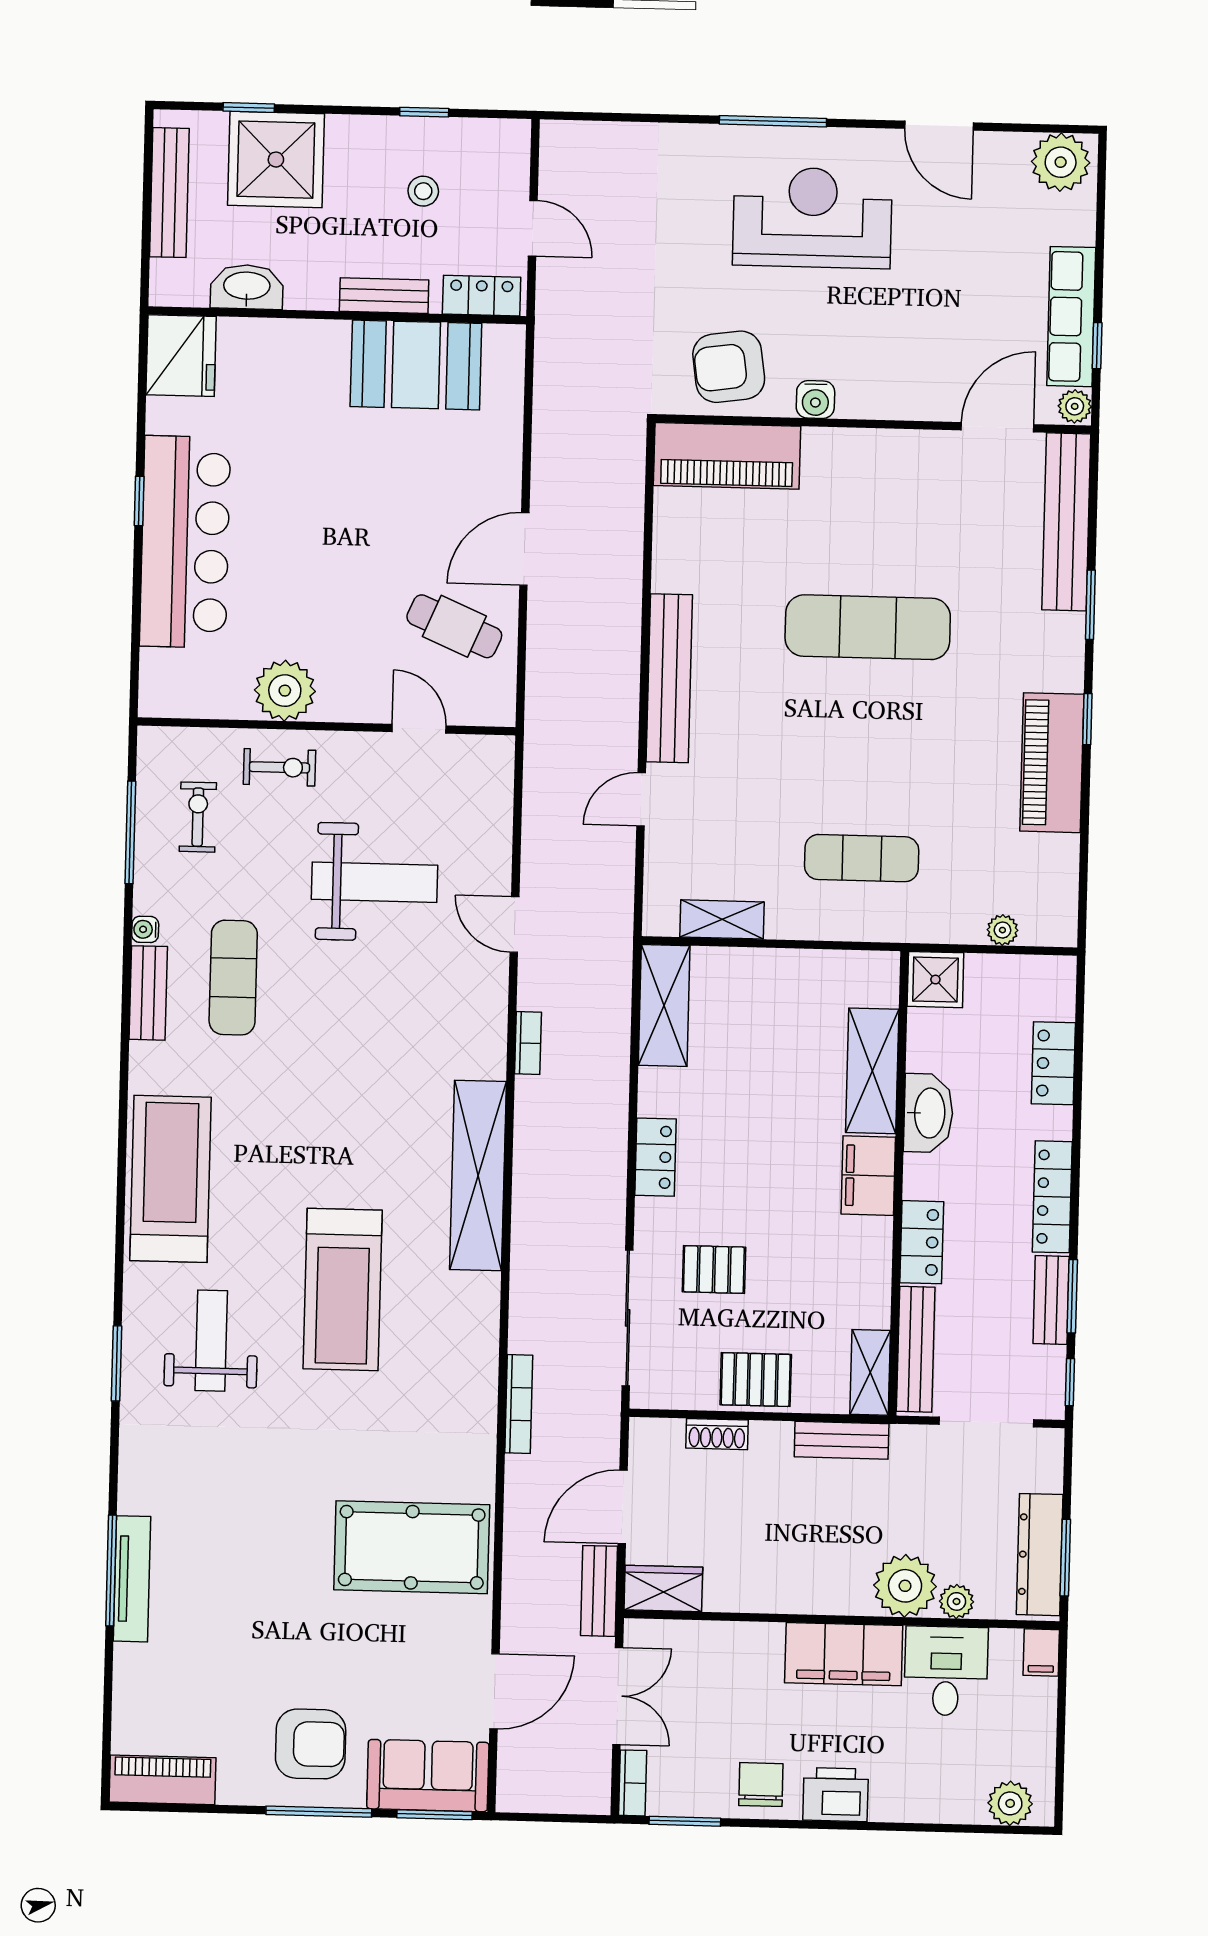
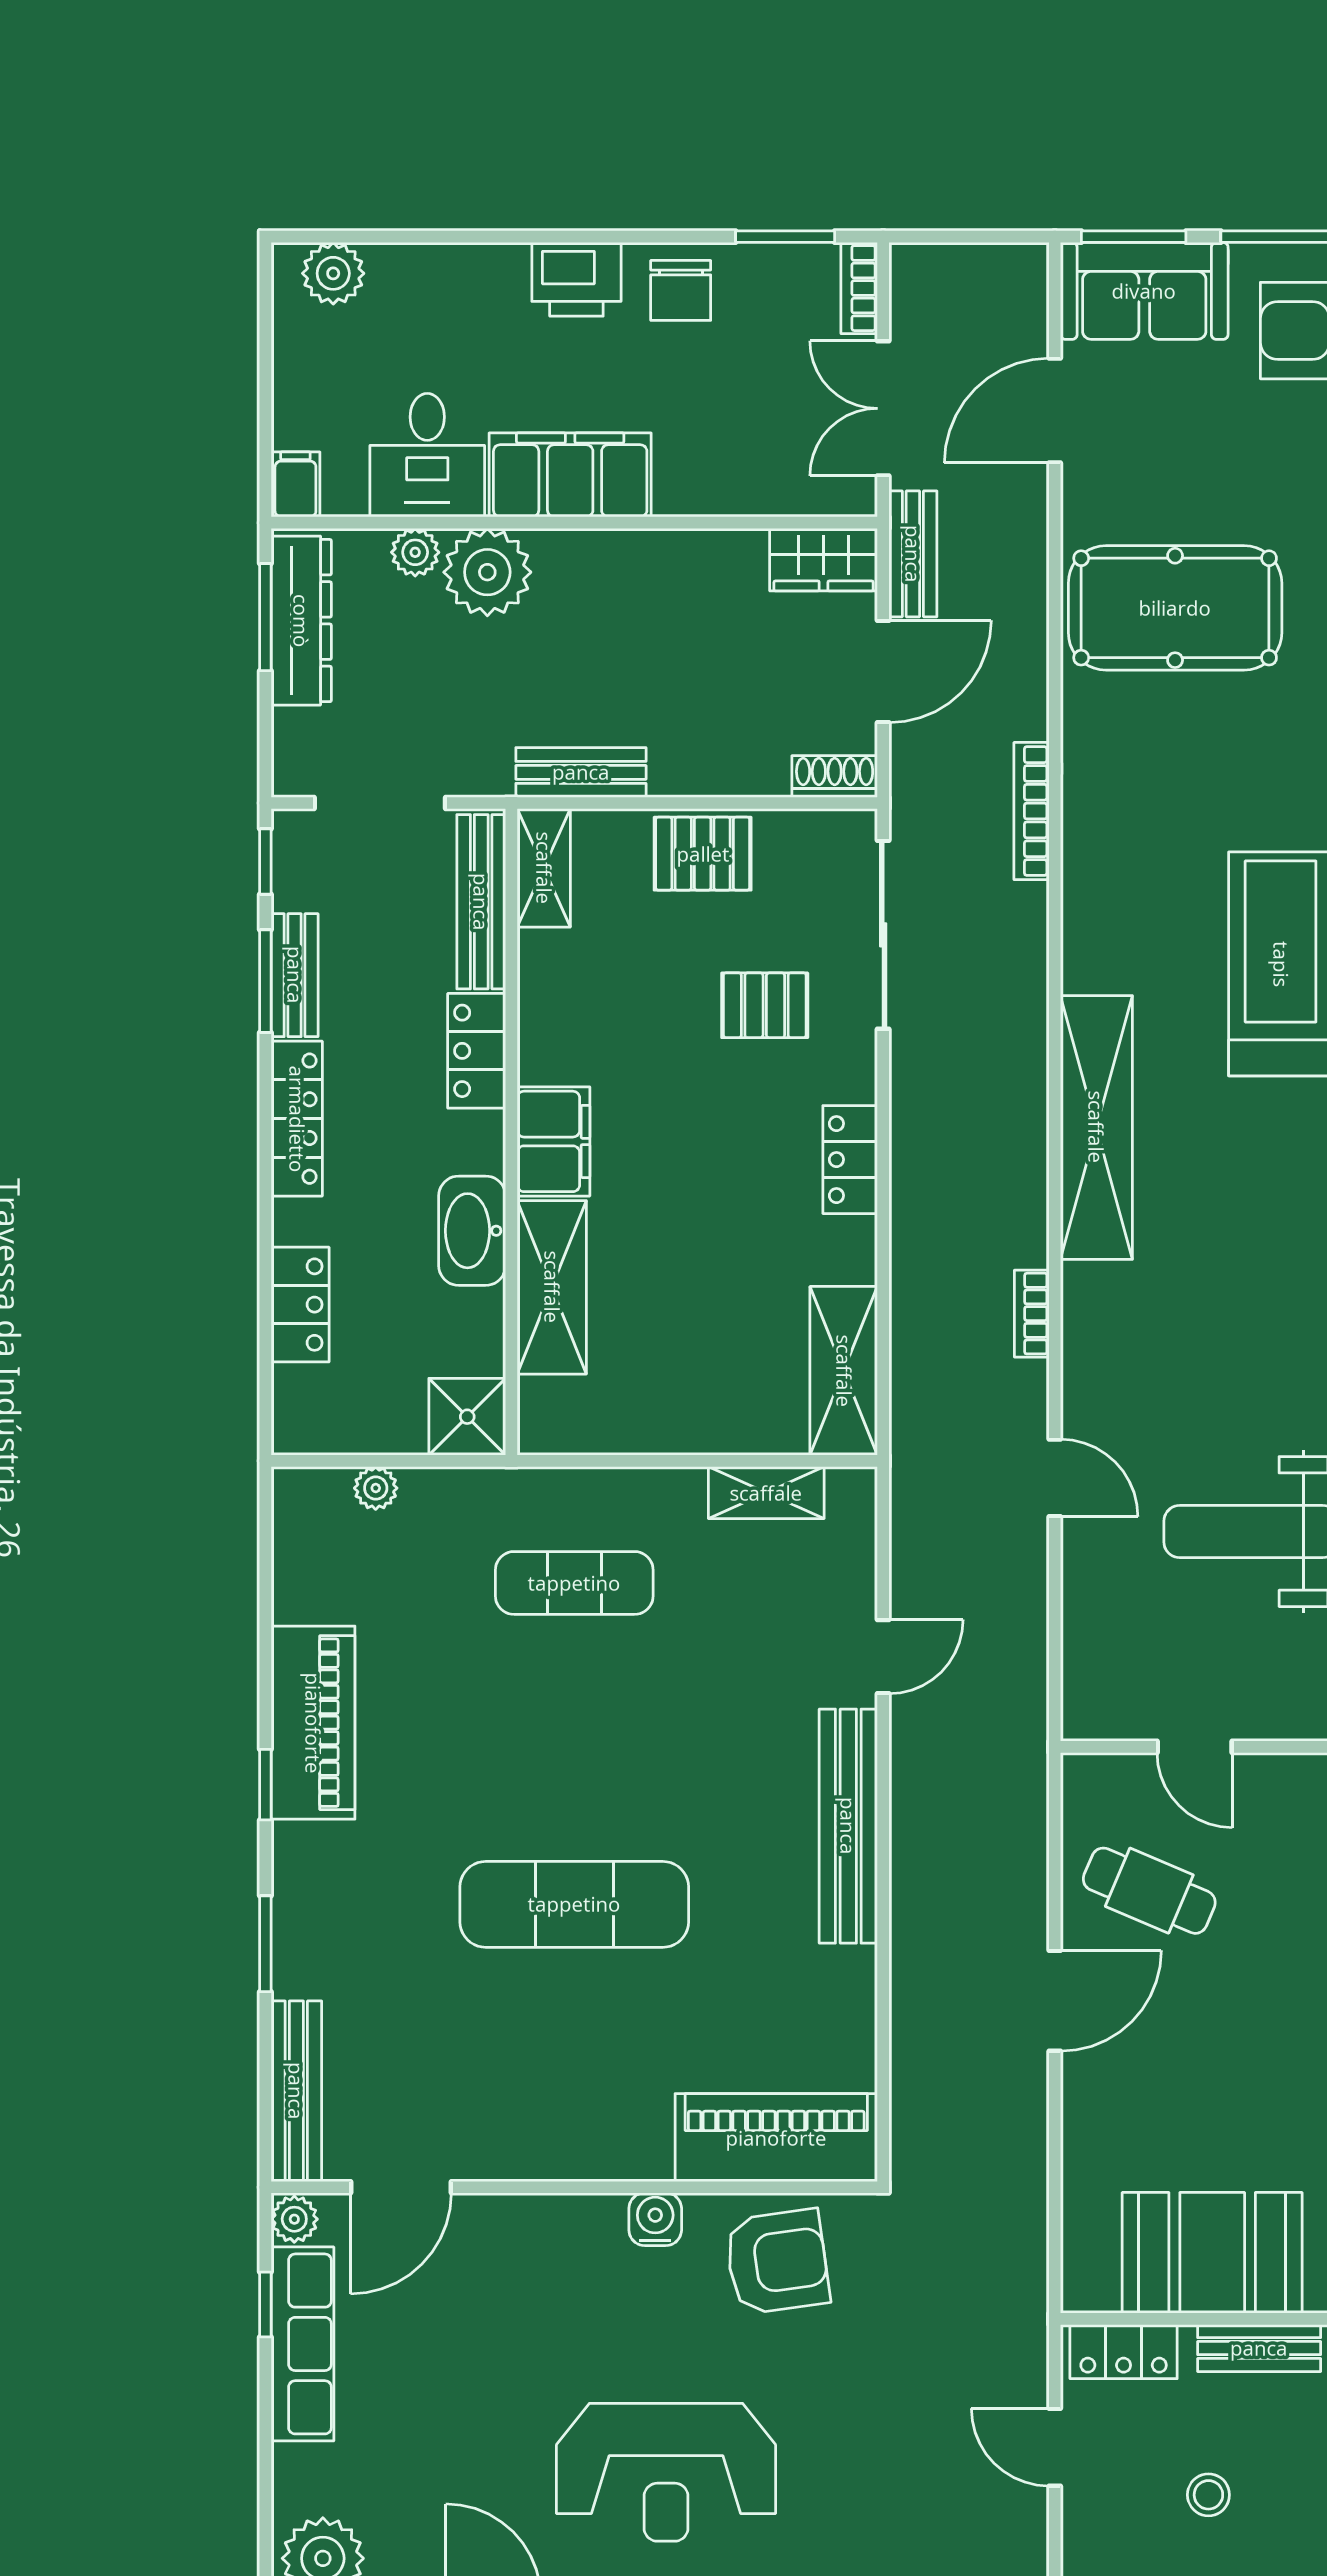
bench: (1066, 522) -> (296, 2091), width x0.73, depth x0.82
shoe rack: (717, 1434) -> (835, 776), moved

